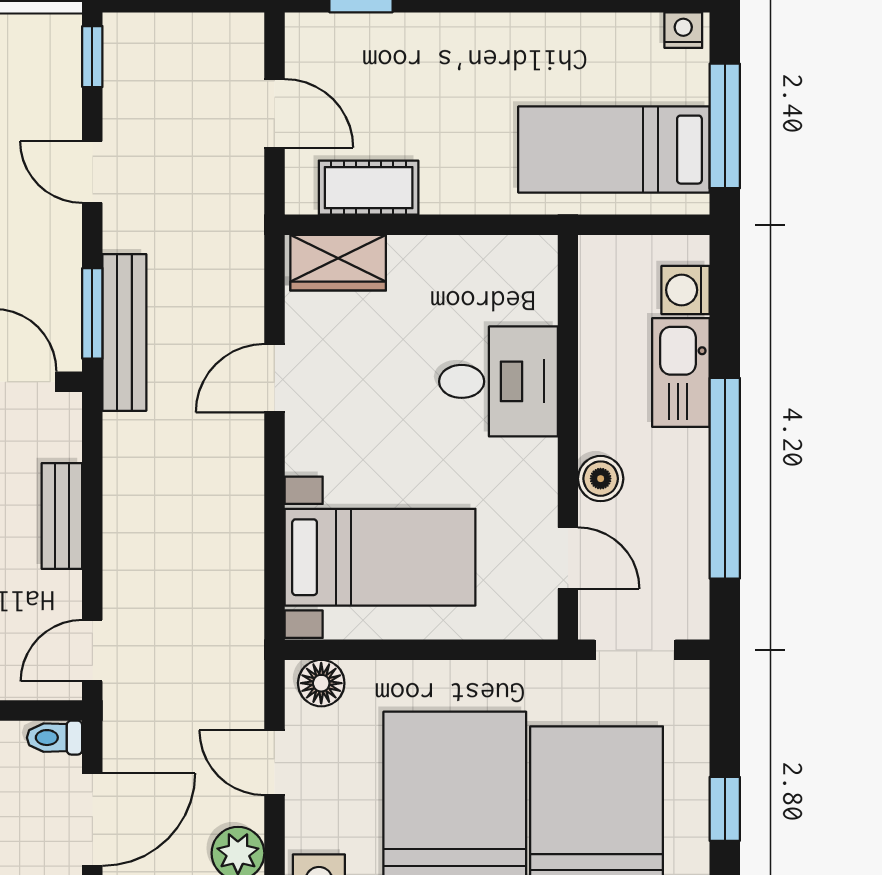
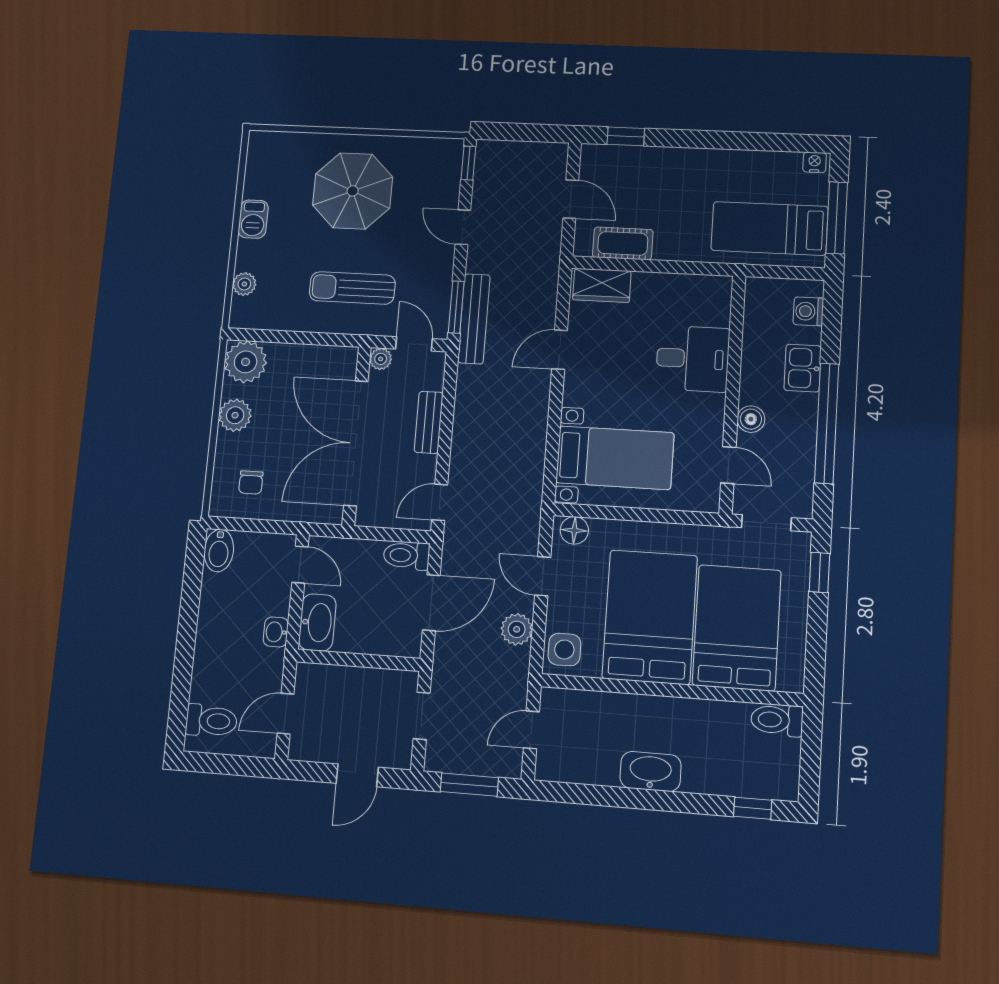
kitchen sink: (681, 373) -> (803, 368), width x0.73
toilet: (55, 738) -> (406, 556), width x1.37, depth x1.39
window: (725, 809) -> (819, 572), moved

